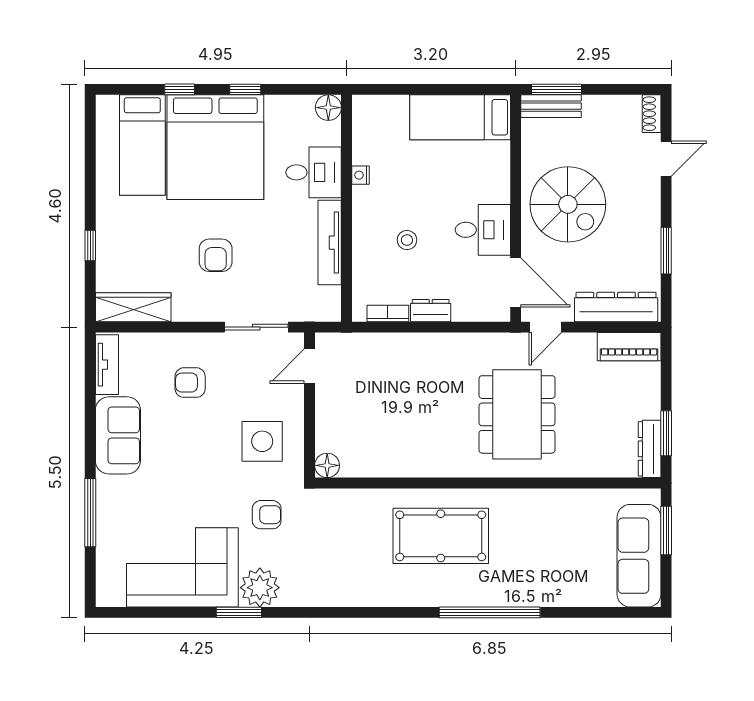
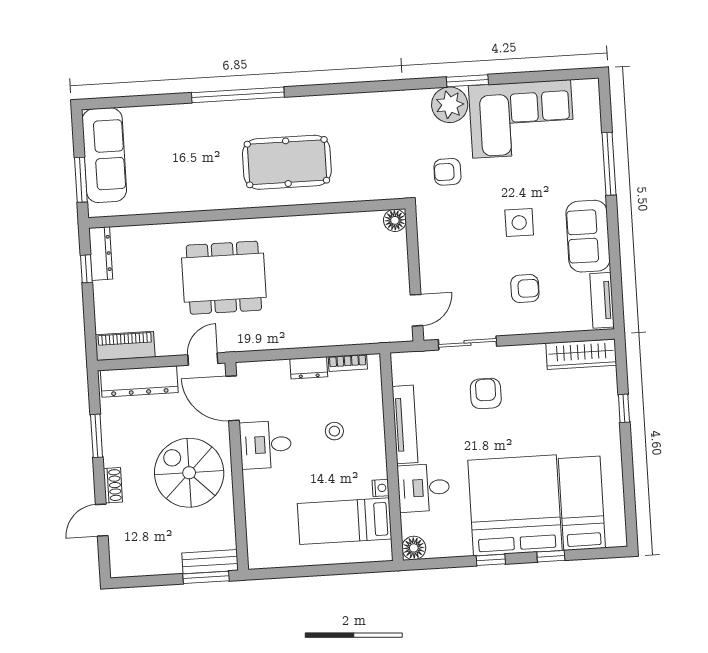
shoe rack: (652, 114) -> (113, 485), moved
bed: (460, 117) -> (344, 521), moved, turned 180
armchair: (216, 255) -> (486, 393), moved
dining table: (517, 414) -> (224, 278), turned 90
window: (666, 433) -> (86, 269), width x0.67
side table: (262, 441) -> (519, 223), moved, width x0.73, depth x0.73

